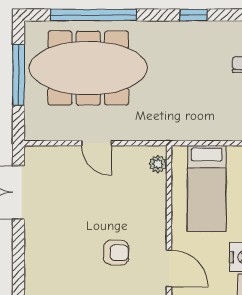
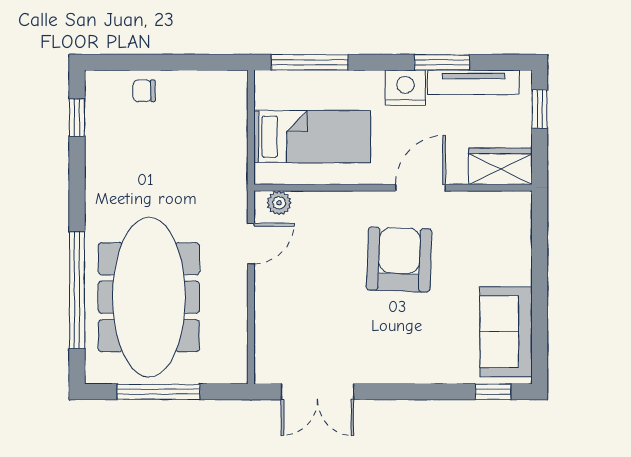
window: (193, 15) -> (77, 118), moved
door: (97, 143) -> (251, 243), moved
armchair: (116, 253) -> (399, 259), width x1.88, depth x1.88

